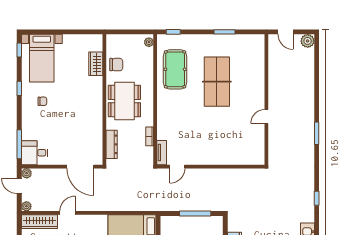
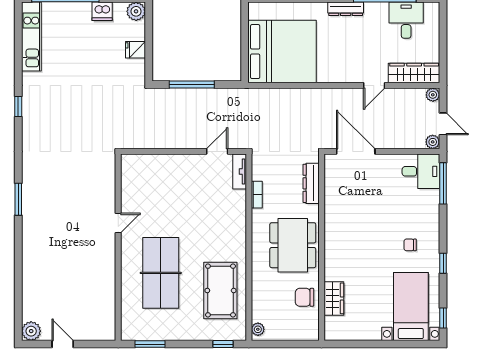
wall: (266, 100) -> (118, 247), moved
door: (266, 117) -> (118, 223), moved

